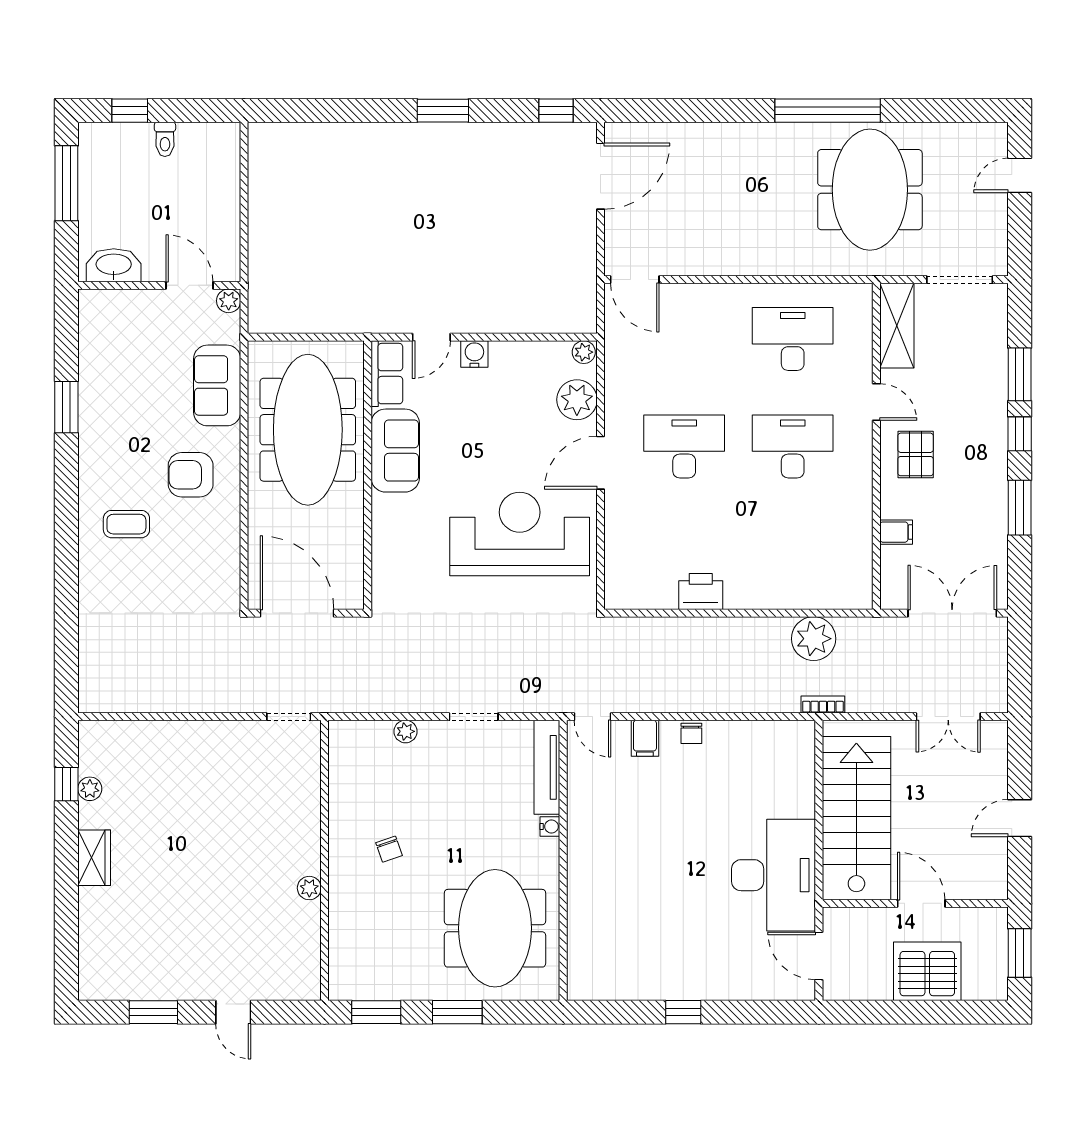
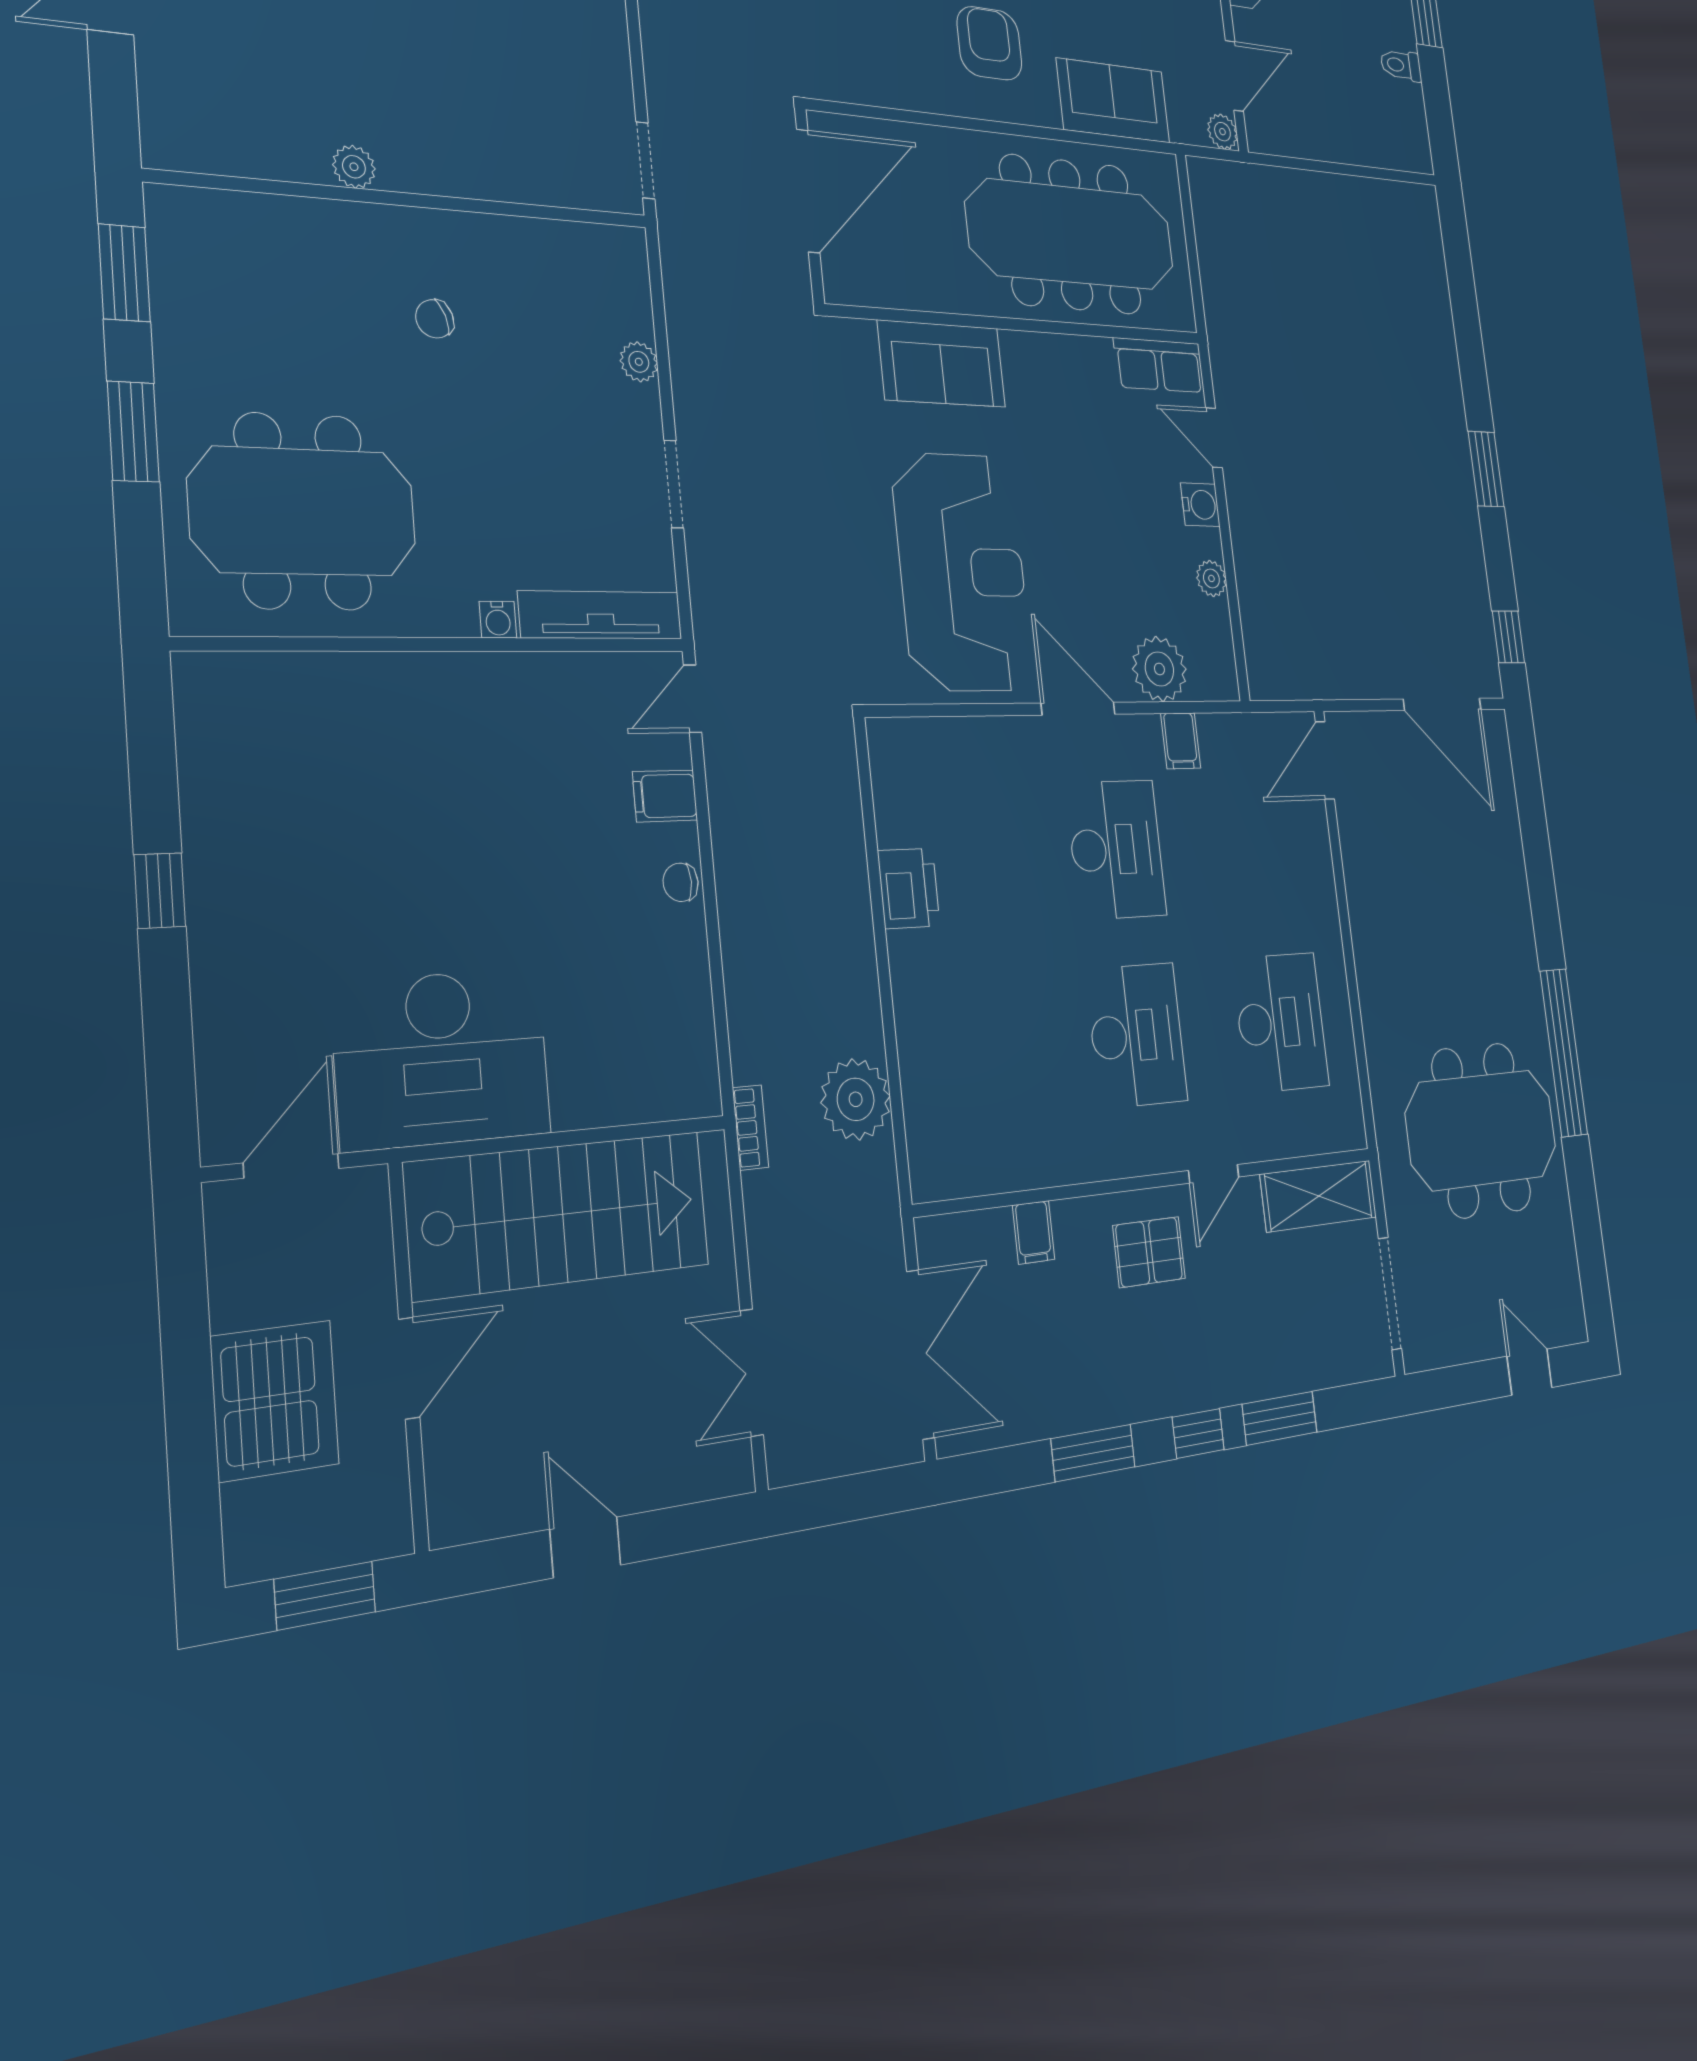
plant: (584, 352) -> (1211, 578), moved
filing cabinet: (621, 390) -> (1181, 741), added
sofa: (395, 451) -> (942, 364), moved

